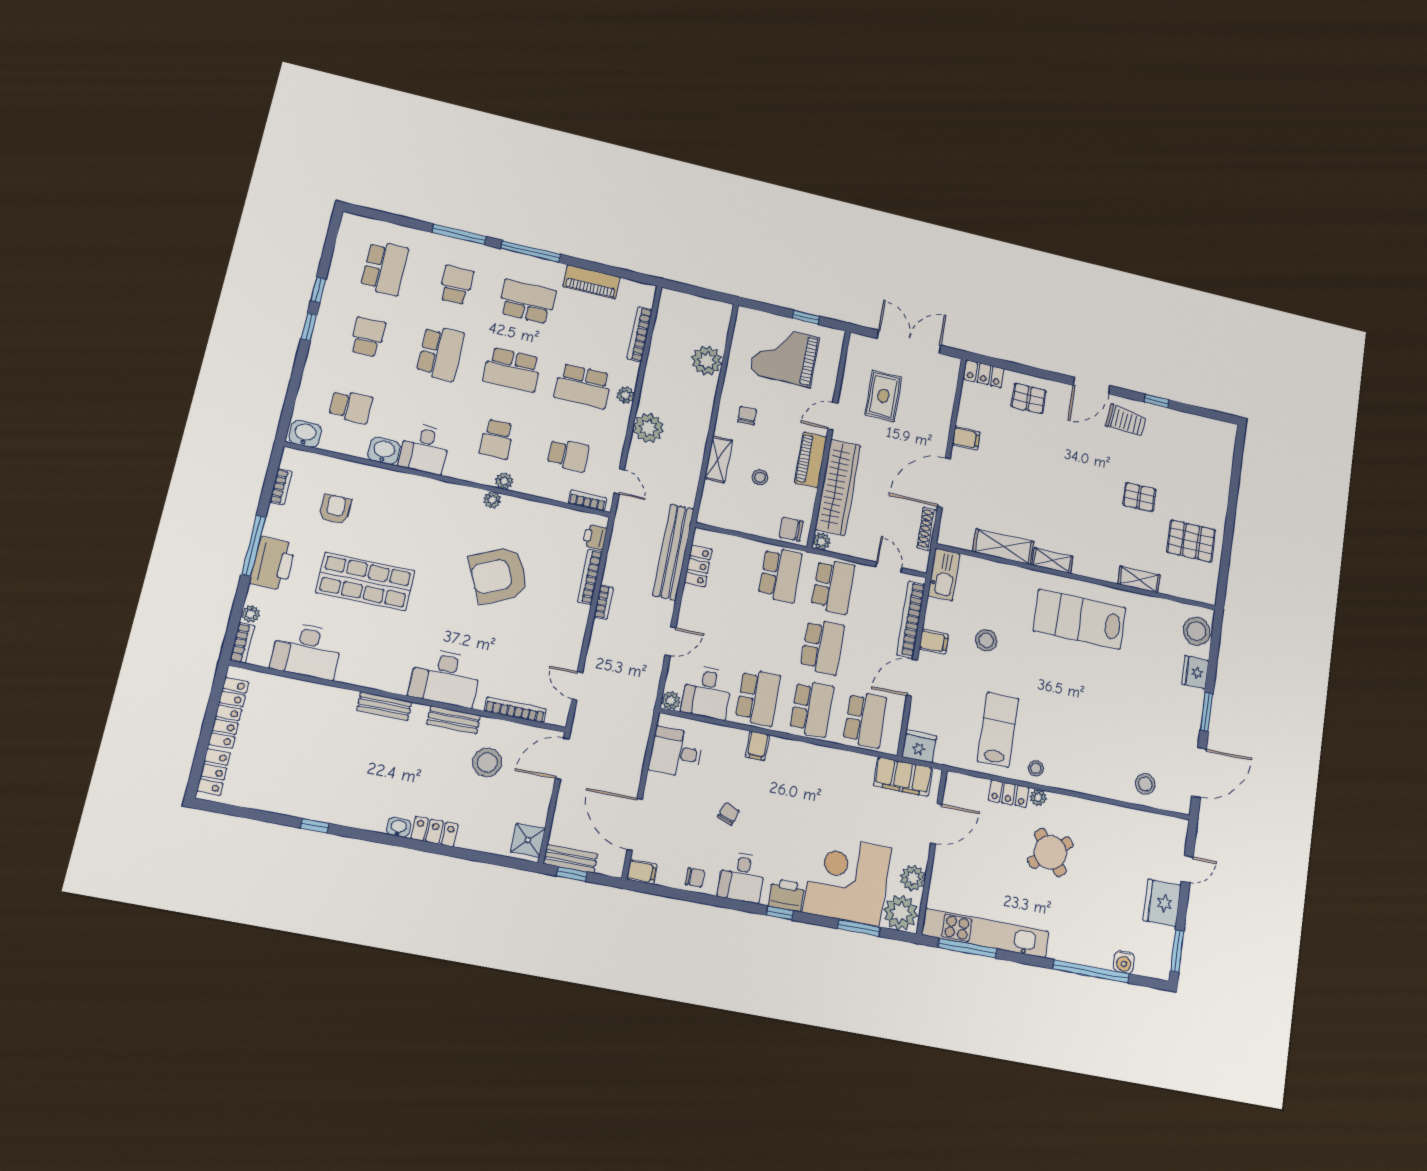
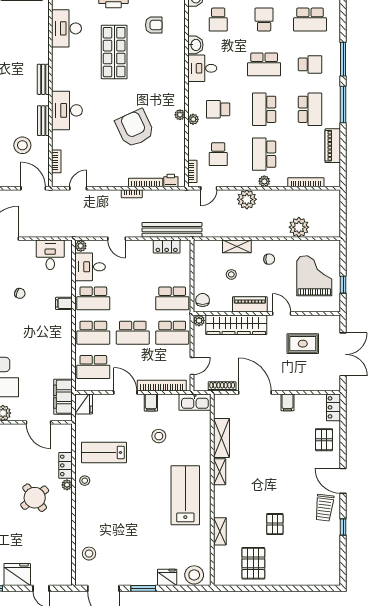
school desk: (368, 337) -> (264, 20), turned -90
bookcase: (515, 710) -> (56, 161), width x0.64
lab bench: (998, 730) -> (104, 453), turned 180

